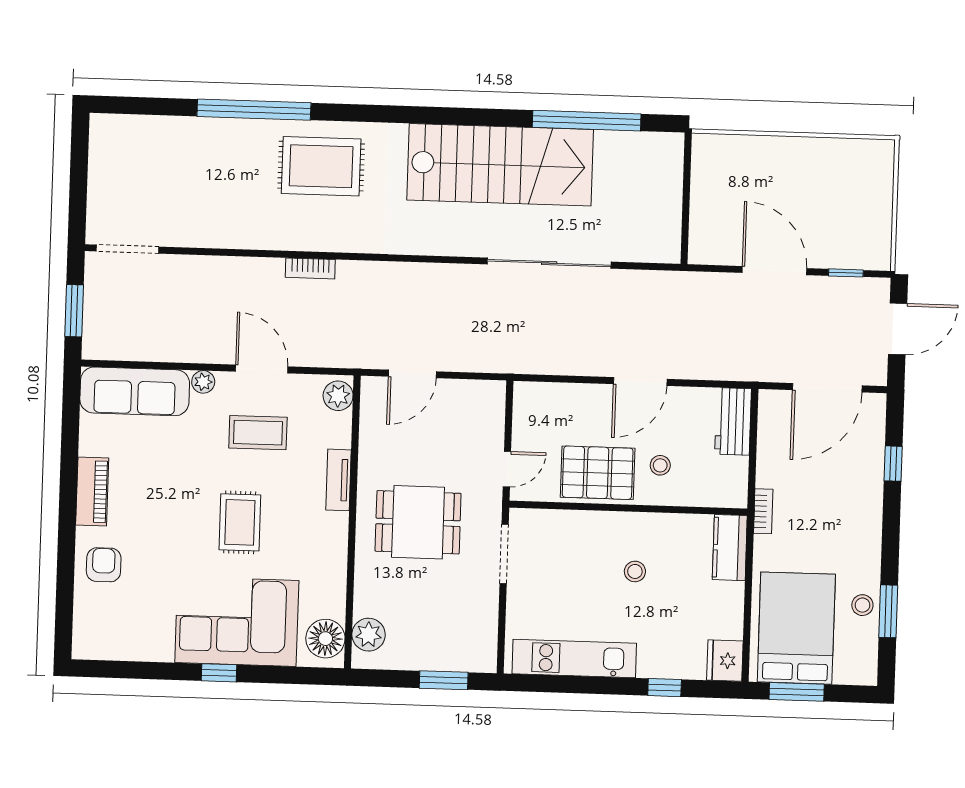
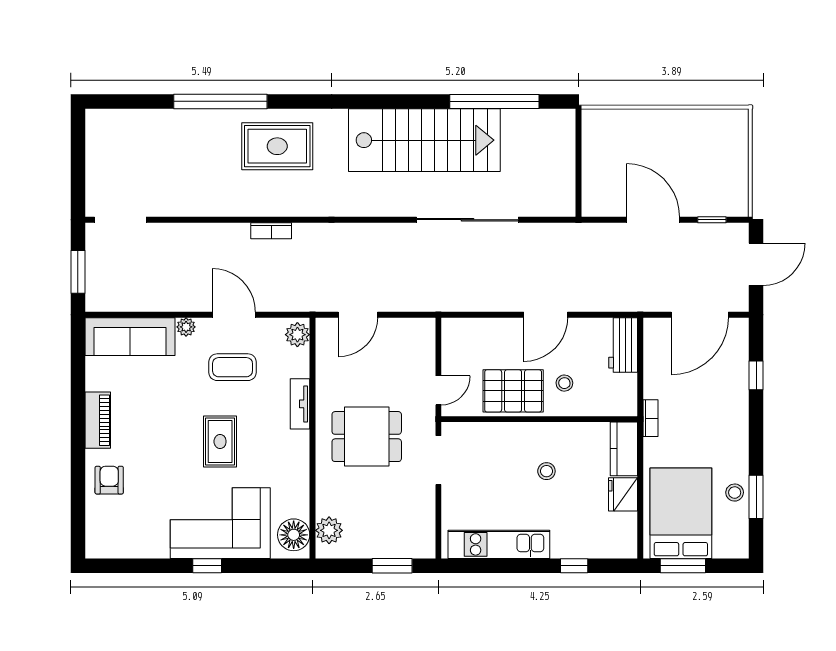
fridge: (725, 661) -> (623, 494), moved

